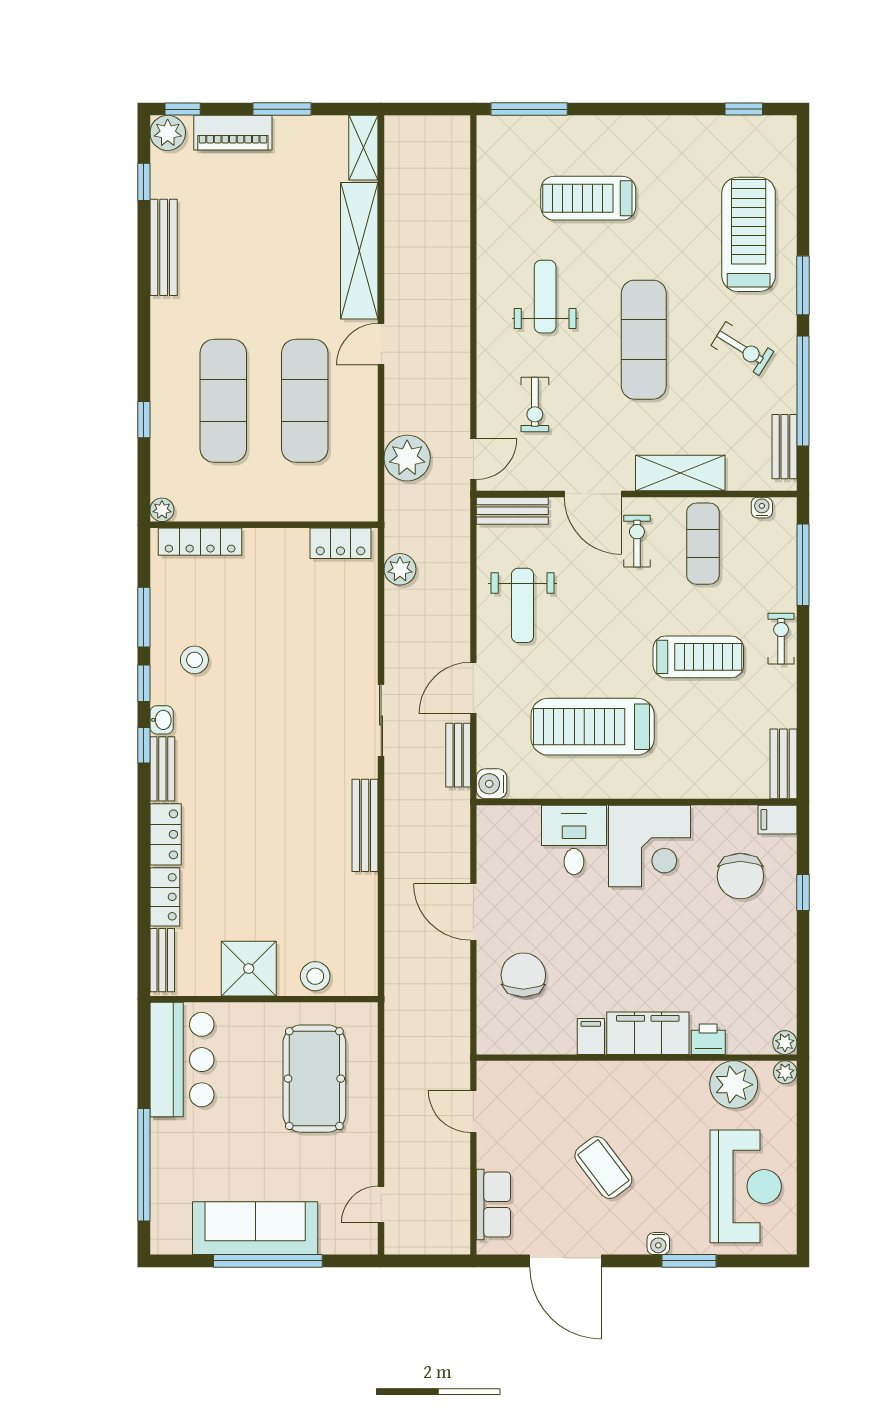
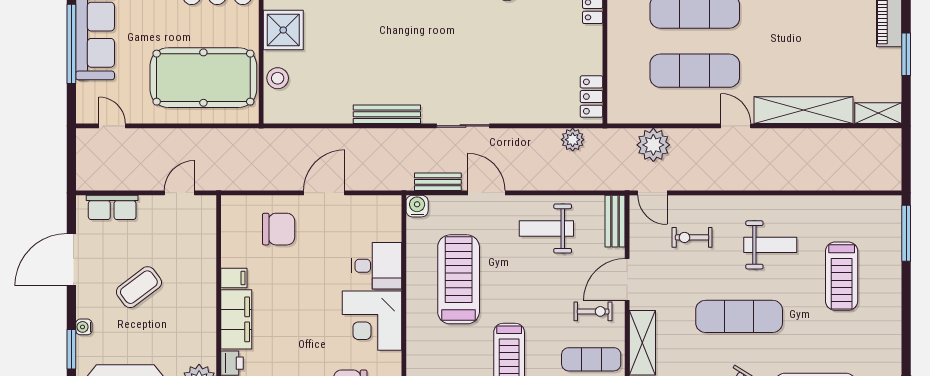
treadmill: (588, 198) -> (842, 276), turned 180
pool table: (314, 1079) -> (203, 78), width x1.36, depth x1.32

